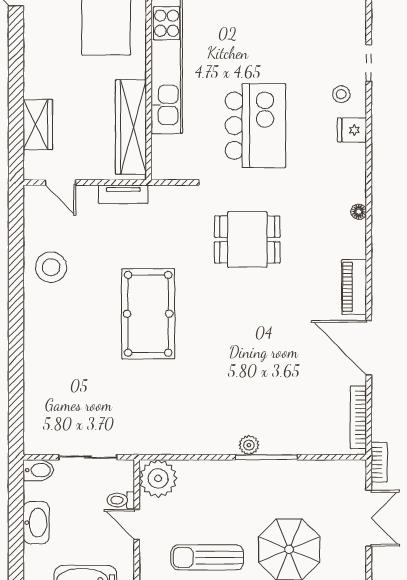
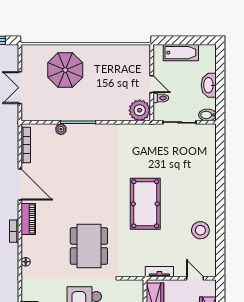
dining table: (247, 240) -> (89, 246), width x1.38
plant: (249, 445) -> (61, 129), moved
bookcase: (379, 462) -> (14, 231), moved
sun lounger: (207, 557) -> (112, 65), removed

